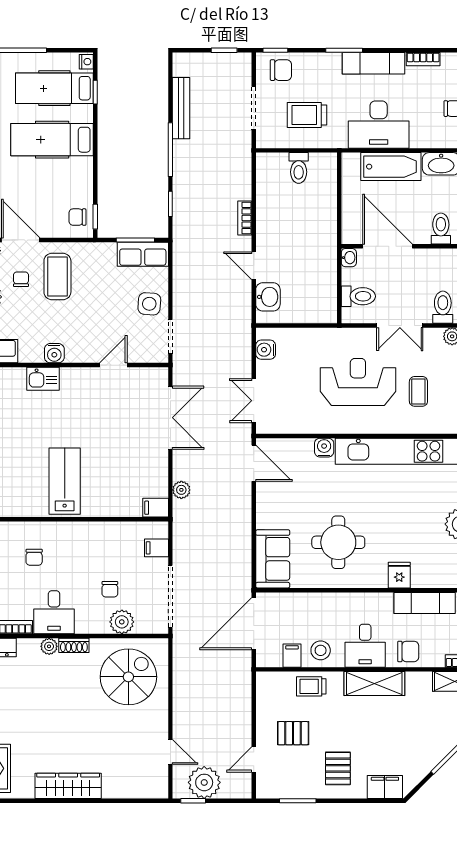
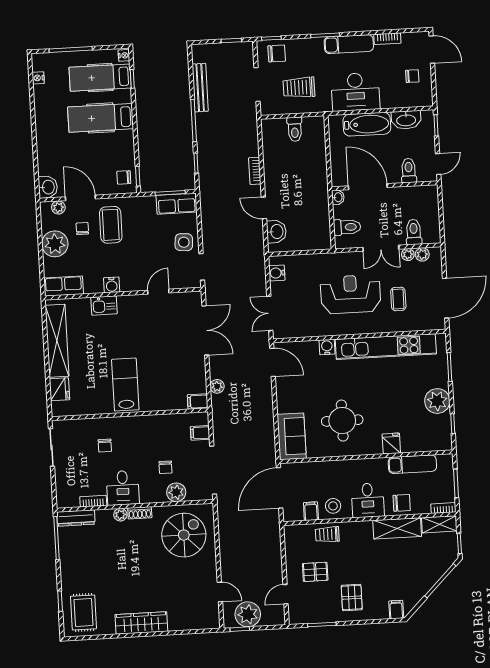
plant: (434, 335) -> (408, 254), added
shelving: (374, 684) -> (397, 528), moved
filing cabinet: (385, 787) -> (396, 610), width x0.50

